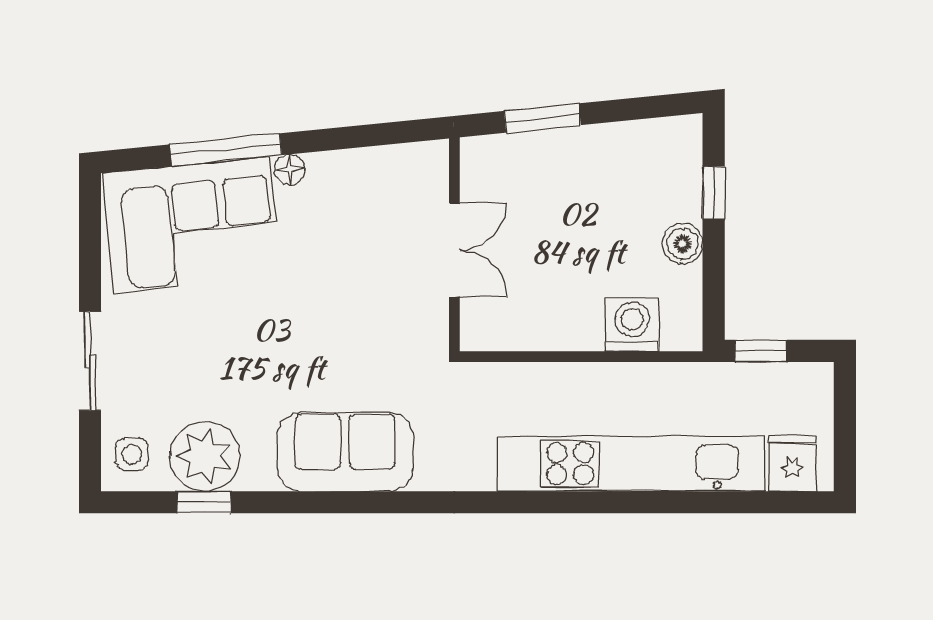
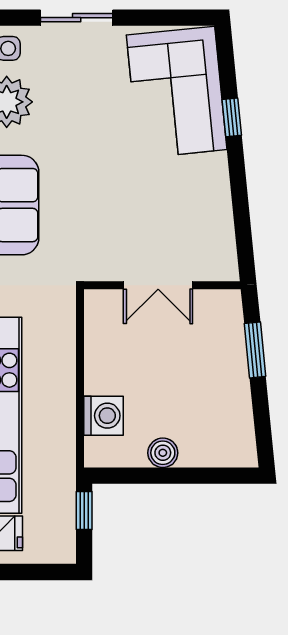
window: (226, 150) -> (232, 117), width x0.46
floor lamp: (290, 170) -> (217, 164), removed
window: (714, 193) -> (200, 476), removed

